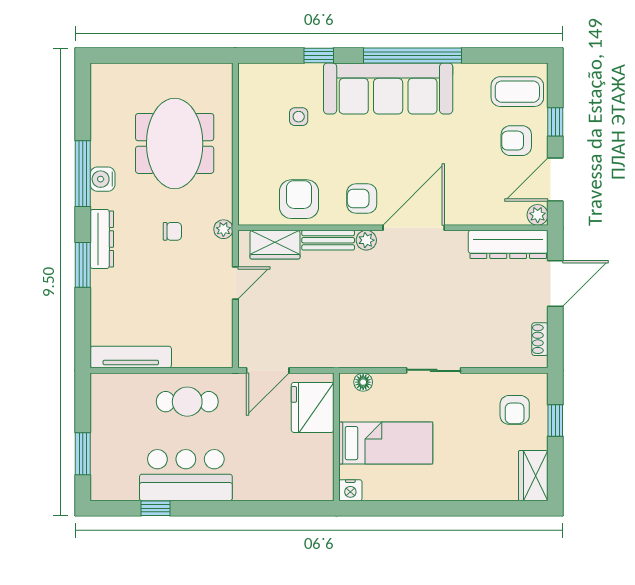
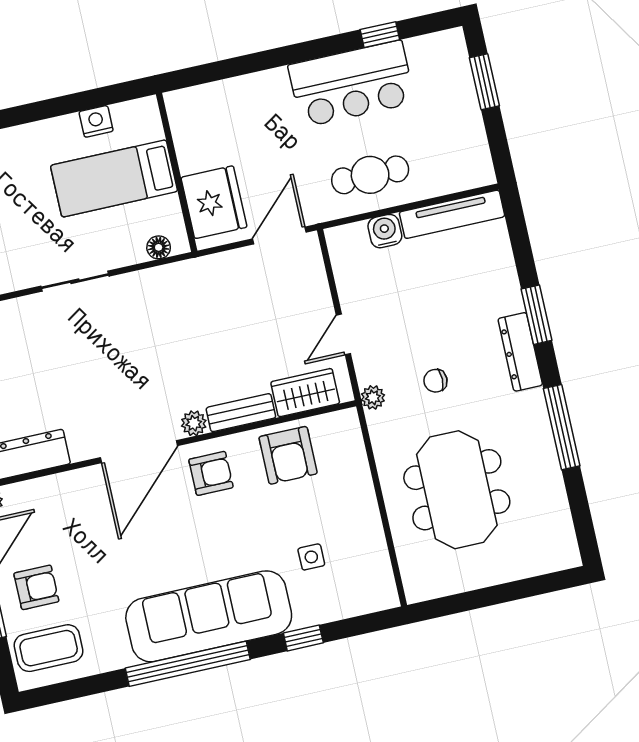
water cooler: (103, 179) -> (385, 231), moved, turned -90
nightstand: (350, 490) -> (96, 121), moved

